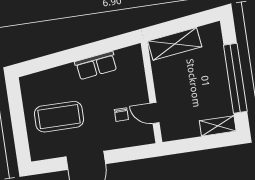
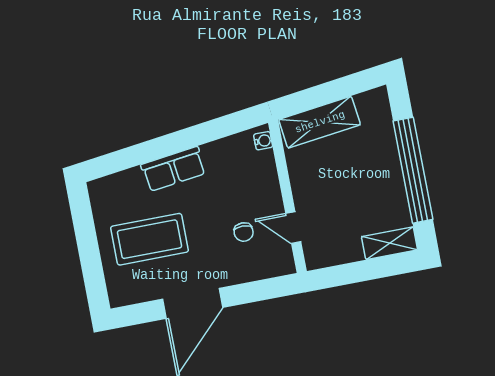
water cooler: (137, 55) -> (263, 141), added
row of seats: (96, 65) -> (173, 169), moved

